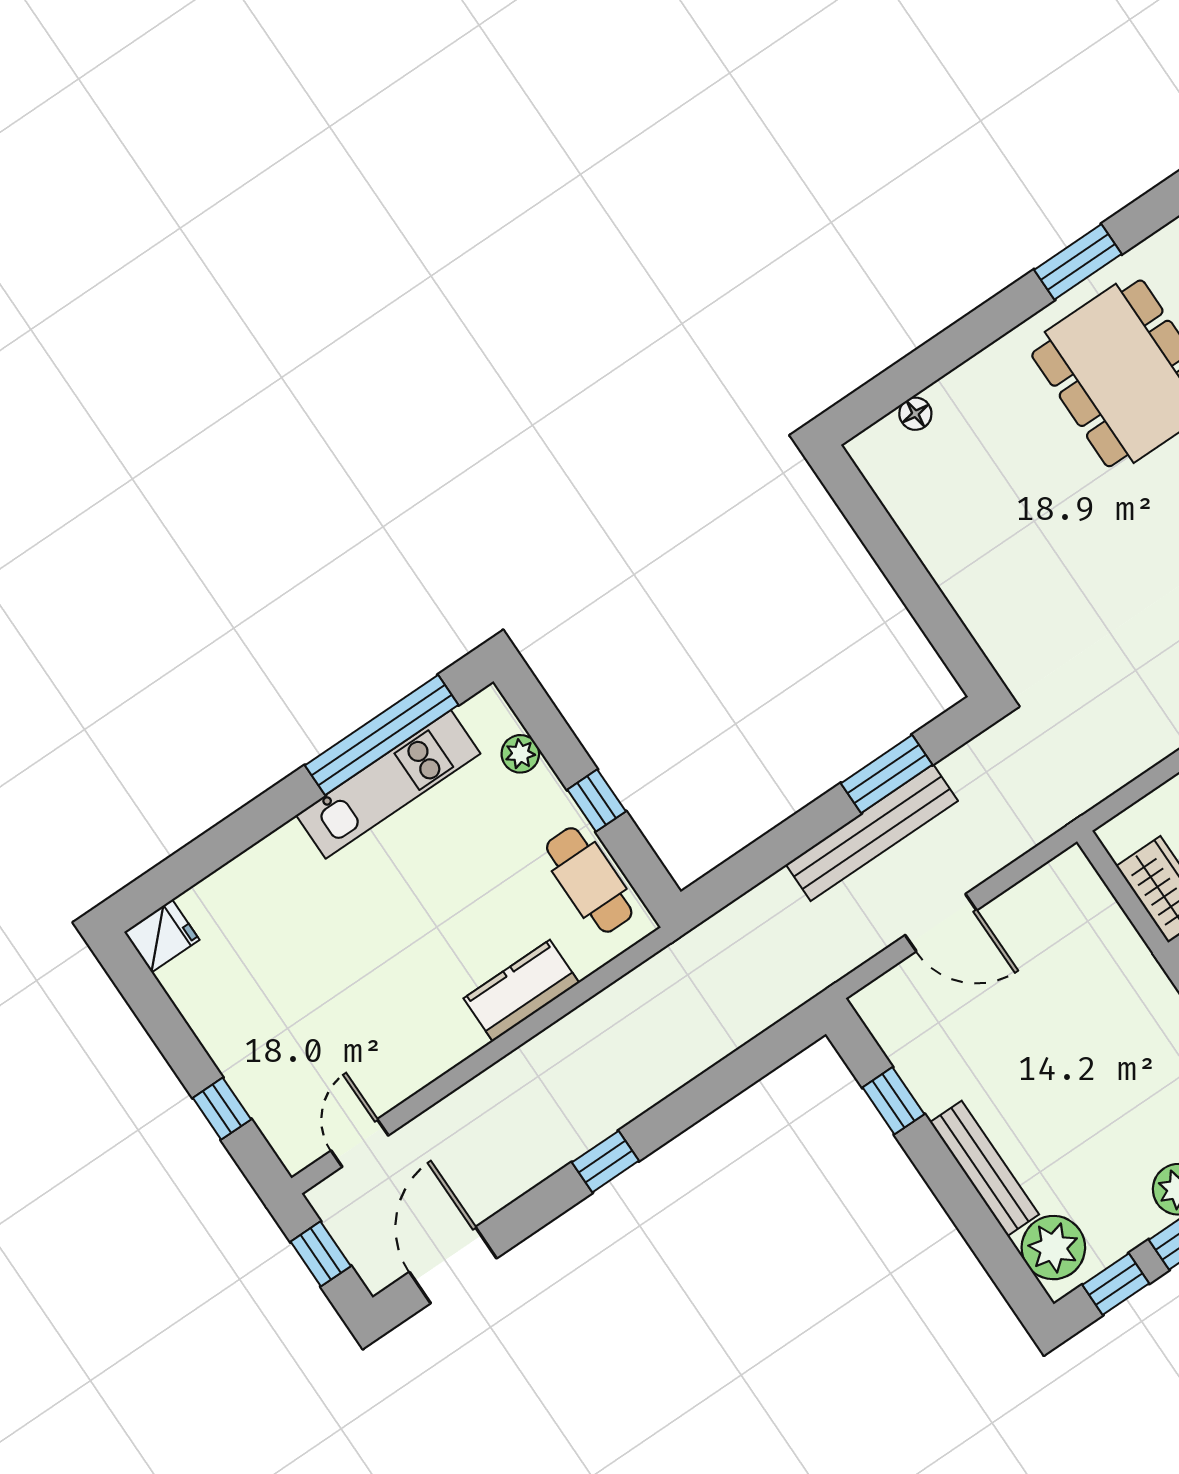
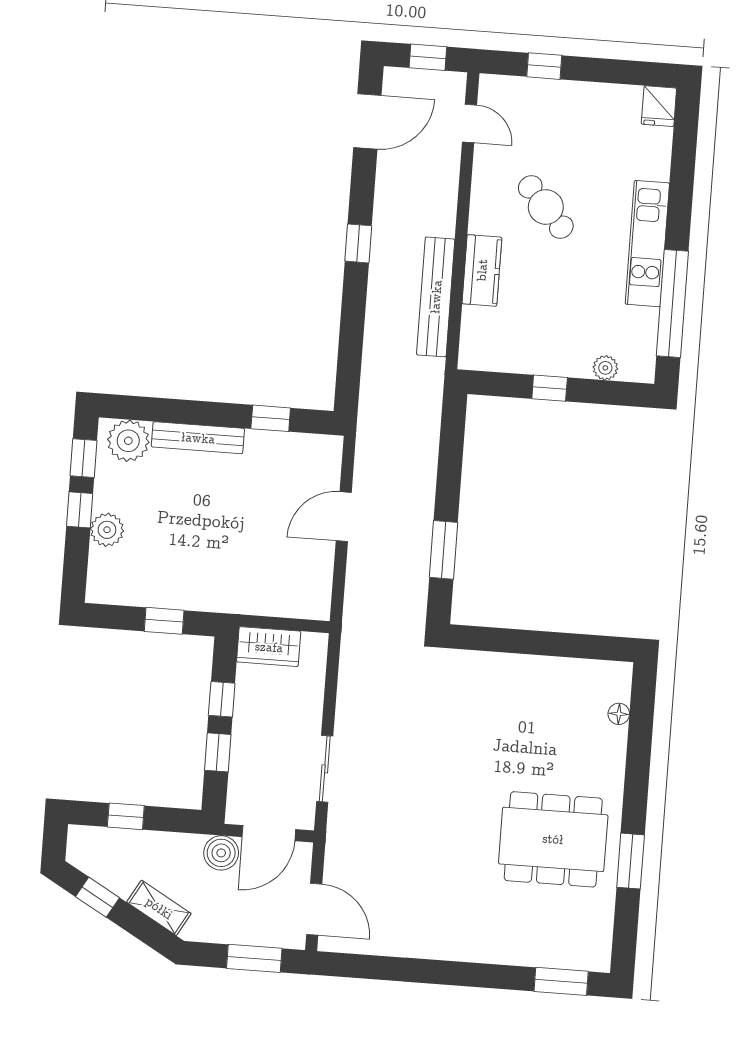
kitchen unit: (388, 784) -> (647, 244), moved
bench: (872, 833) -> (436, 297), moved
cafe table: (589, 880) -> (546, 207), moved, turned 48
door: (453, 1265) -> (367, 121), hinge flipped

